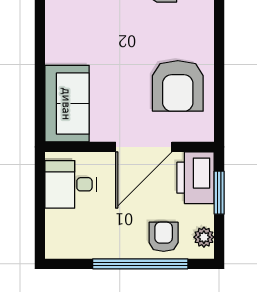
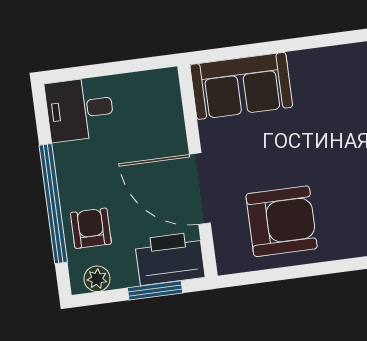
armchair: (178, 86) -> (282, 221), turned 180
desk: (71, 184) -> (80, 109), moved, turned -90
armchair: (164, 237) -> (91, 228), turned -90

